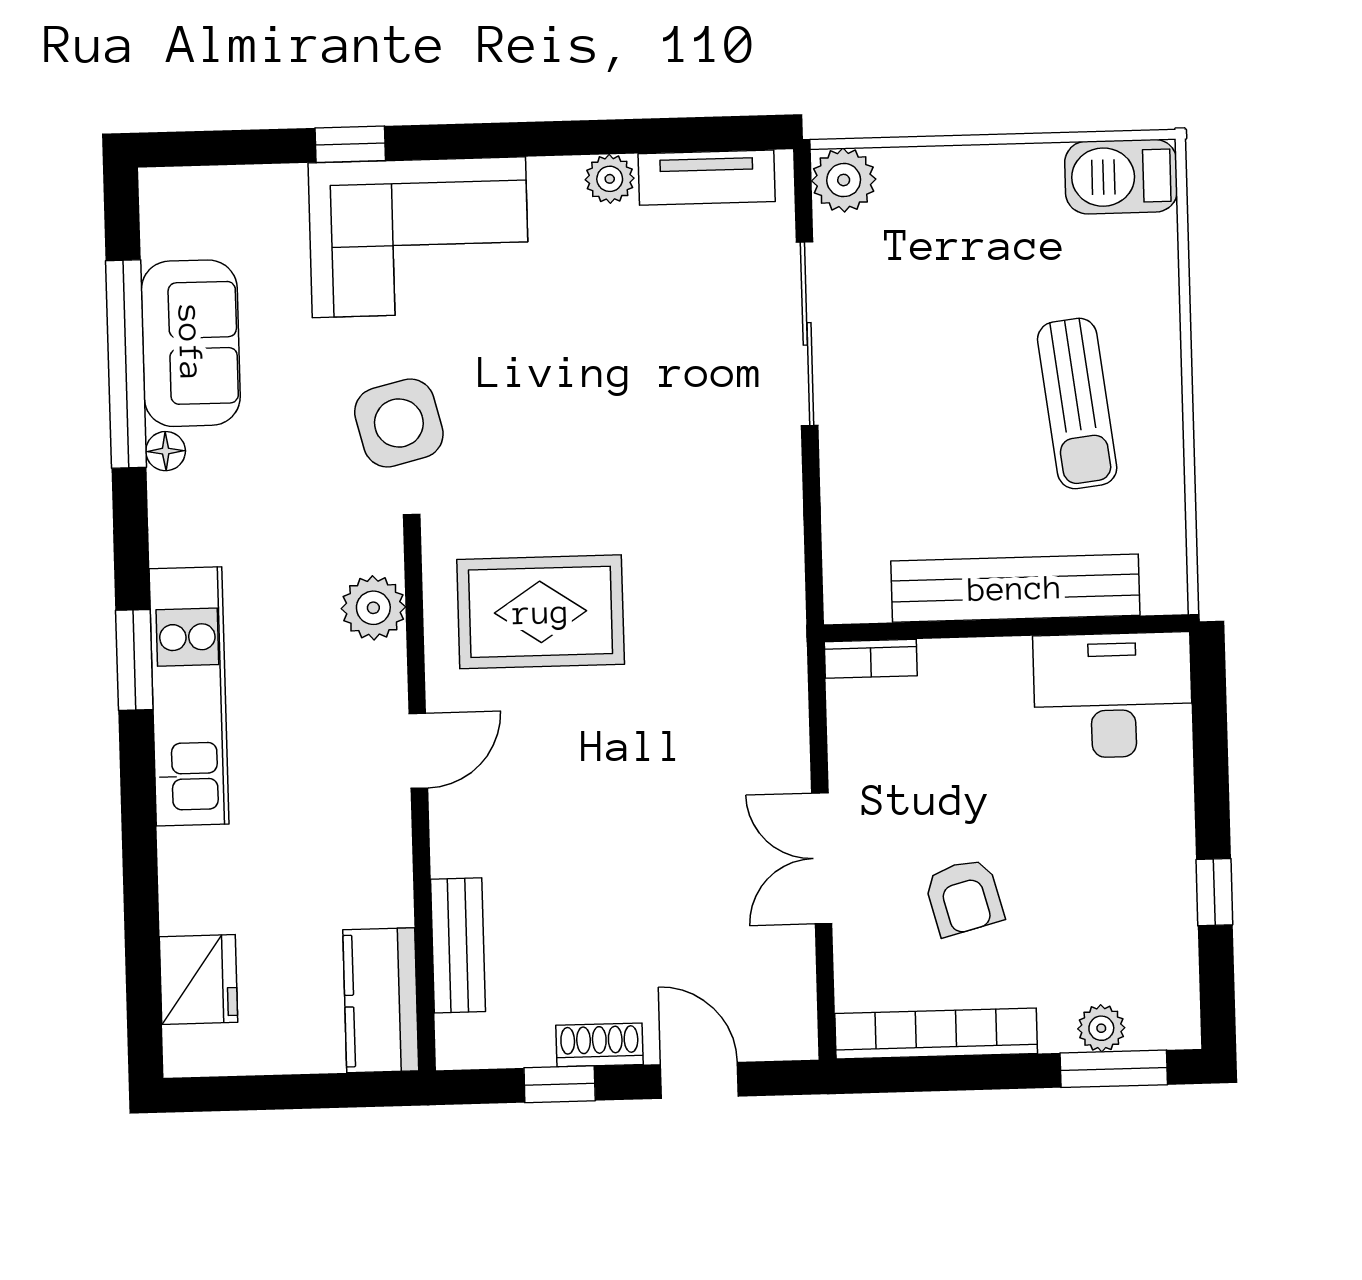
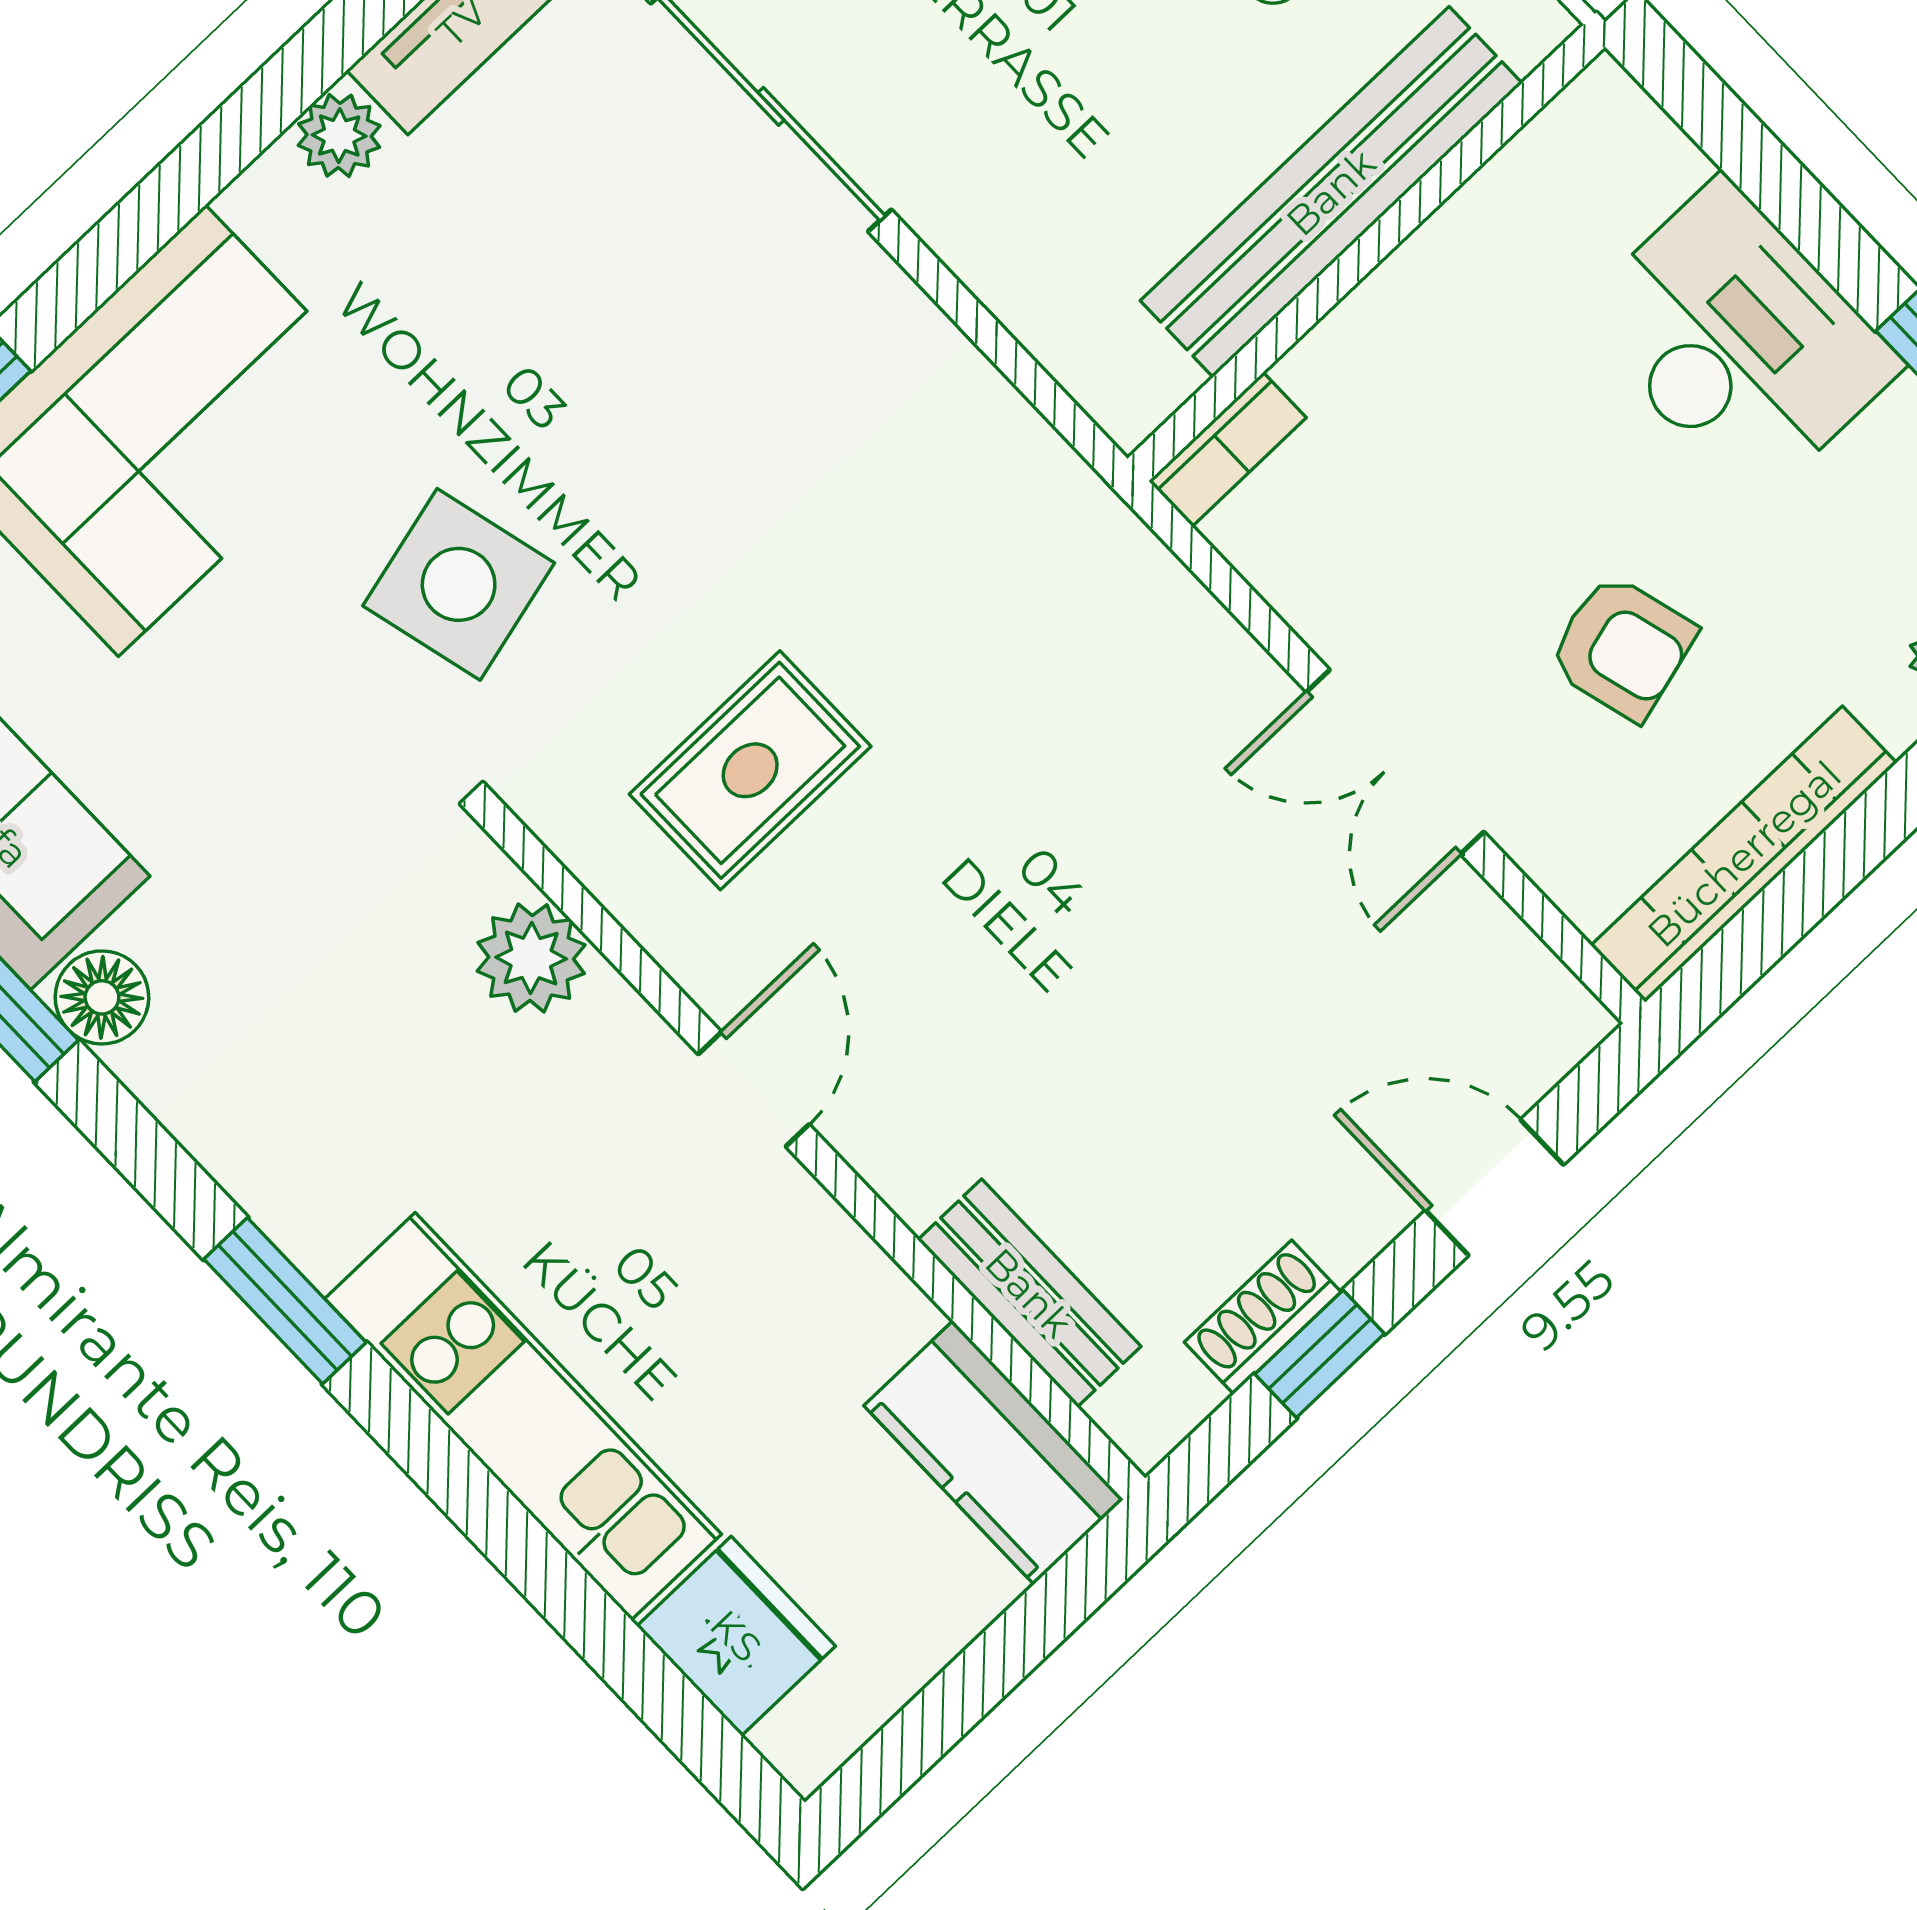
side table: (399, 423) -> (459, 584), moved
floor lamp: (166, 451) -> (102, 997), width x1.37, depth x1.37
rug: (541, 612) -> (750, 770), width x0.73, depth x0.70
desk: (1113, 695) -> (1738, 341), moved, turned 90
kitchen unit: (189, 696) -> (523, 1416), moved
shoe rack: (599, 1045) -> (1263, 1317), moved

